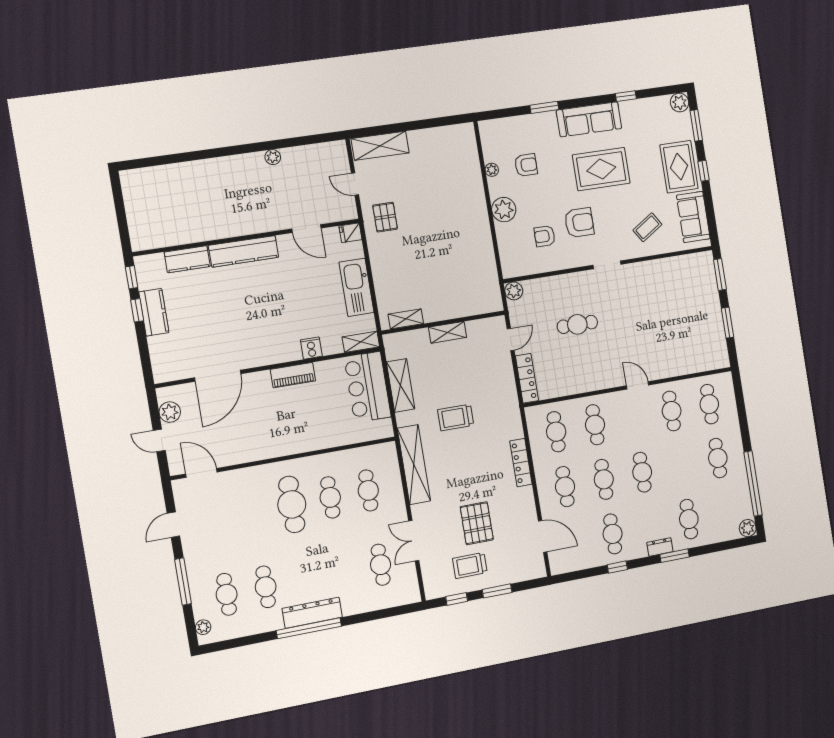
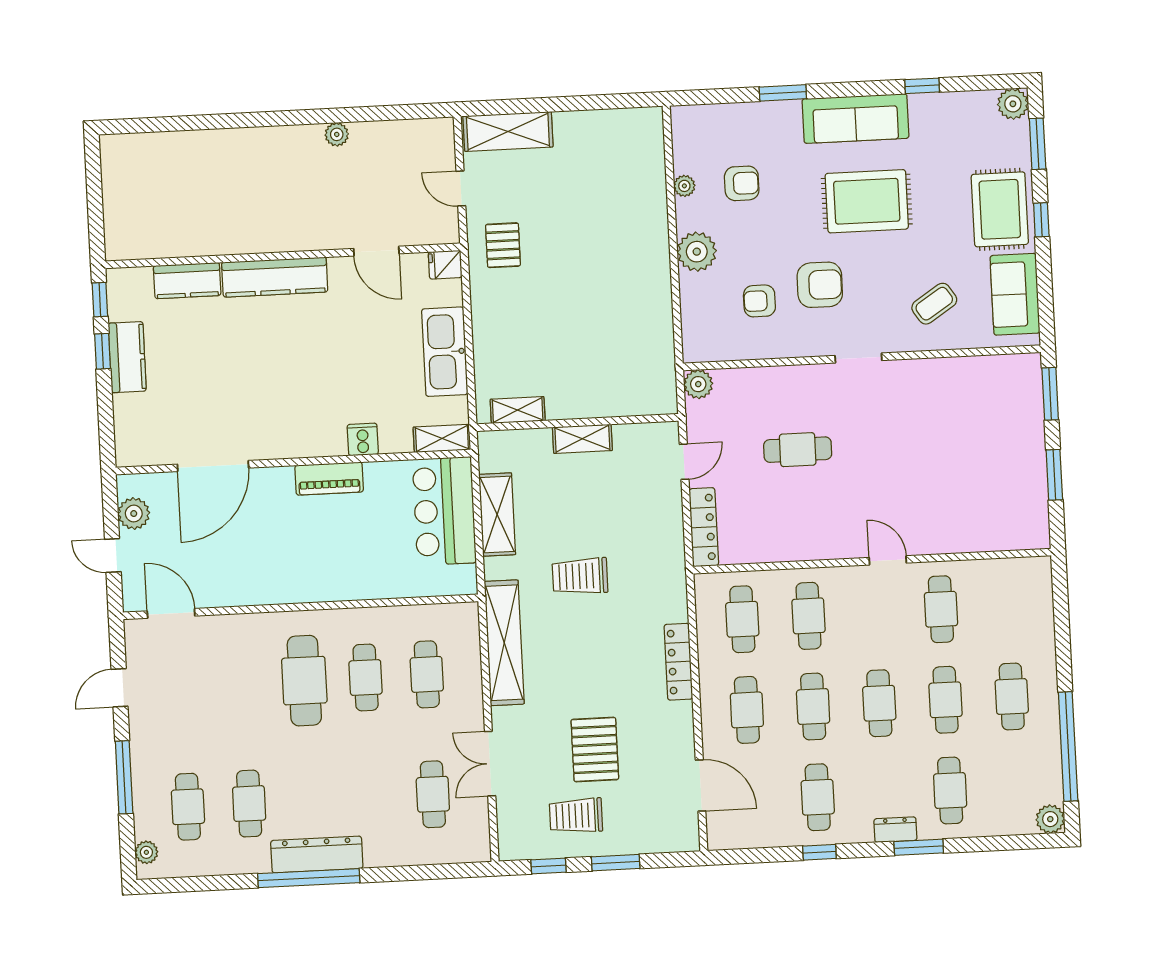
cafe table: (709, 404) -> (946, 700), moved

